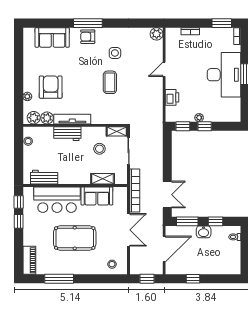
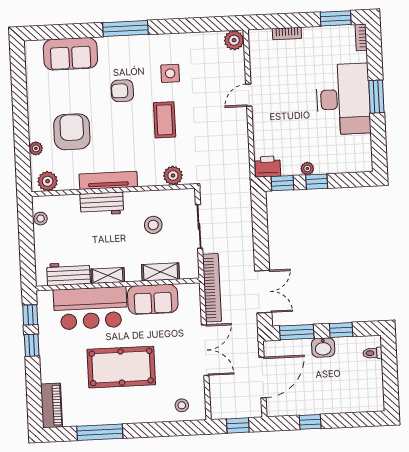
armchair: (88, 37) -> (122, 91), moved
printer: (172, 97) -> (268, 167), moved, turned -90
plant: (47, 118) -> (173, 175), moved
shelving: (117, 131) -> (108, 275), moved

